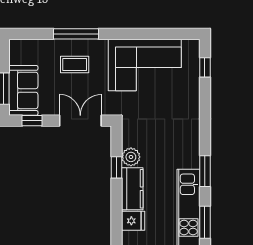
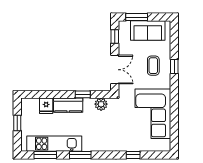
window: (76, 34) -> (174, 67), width x0.46
window: (205, 67) -> (133, 155), moved
sofa: (23, 90) -> (148, 30), moved
plant: (131, 157) -> (101, 104), moved

